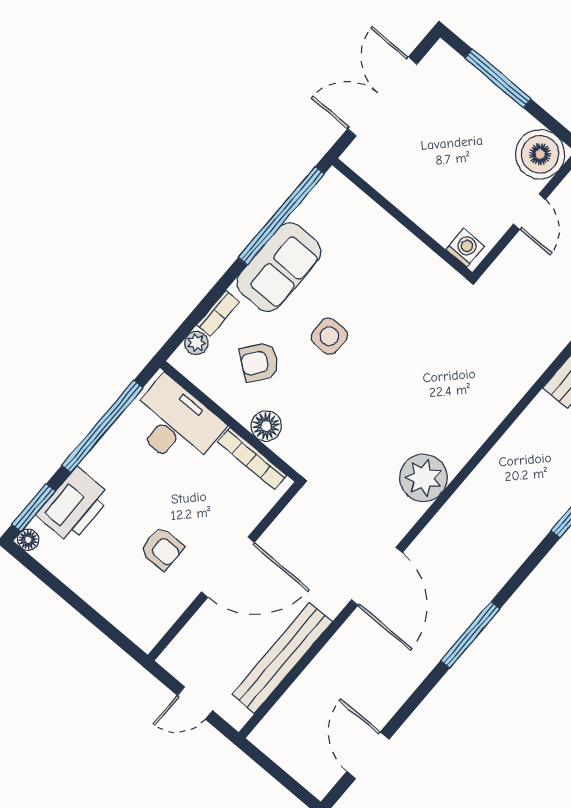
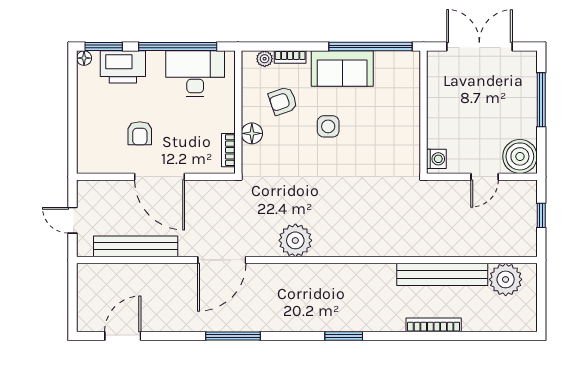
armchair: (259, 362) -> (283, 101), turned -56
desk: (175, 424) -> (195, 74), moved, turned -90
bookcase: (252, 459) -> (228, 150), width x0.64

